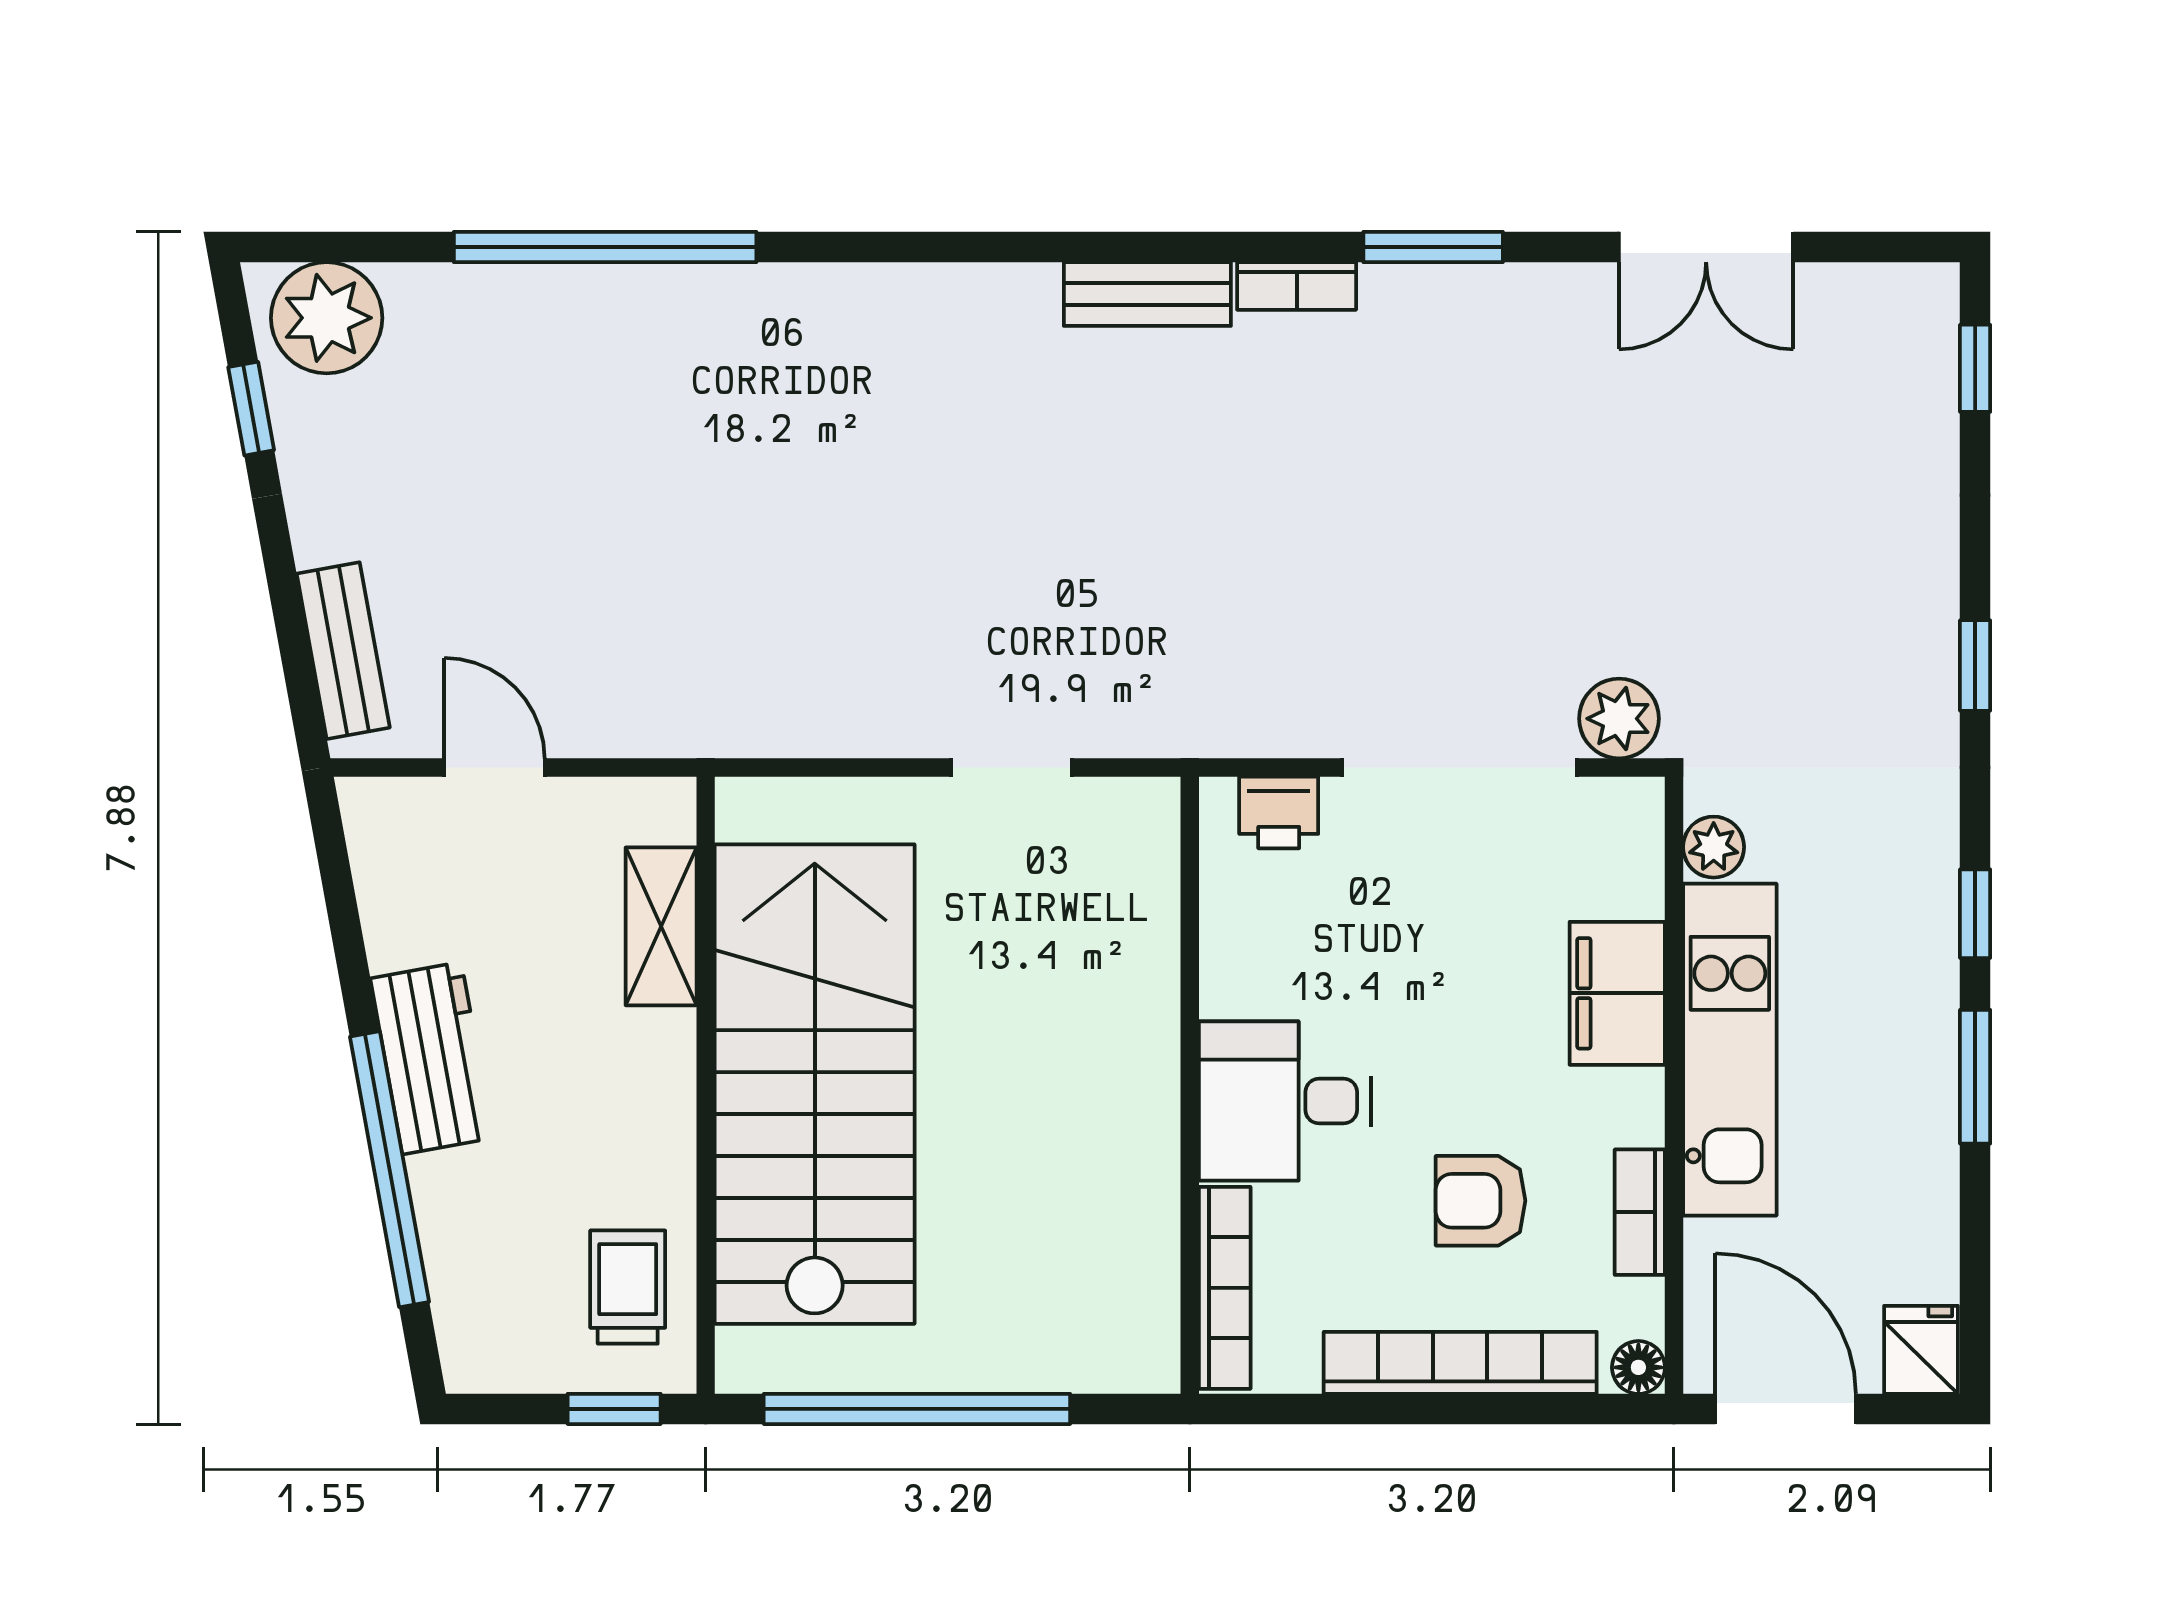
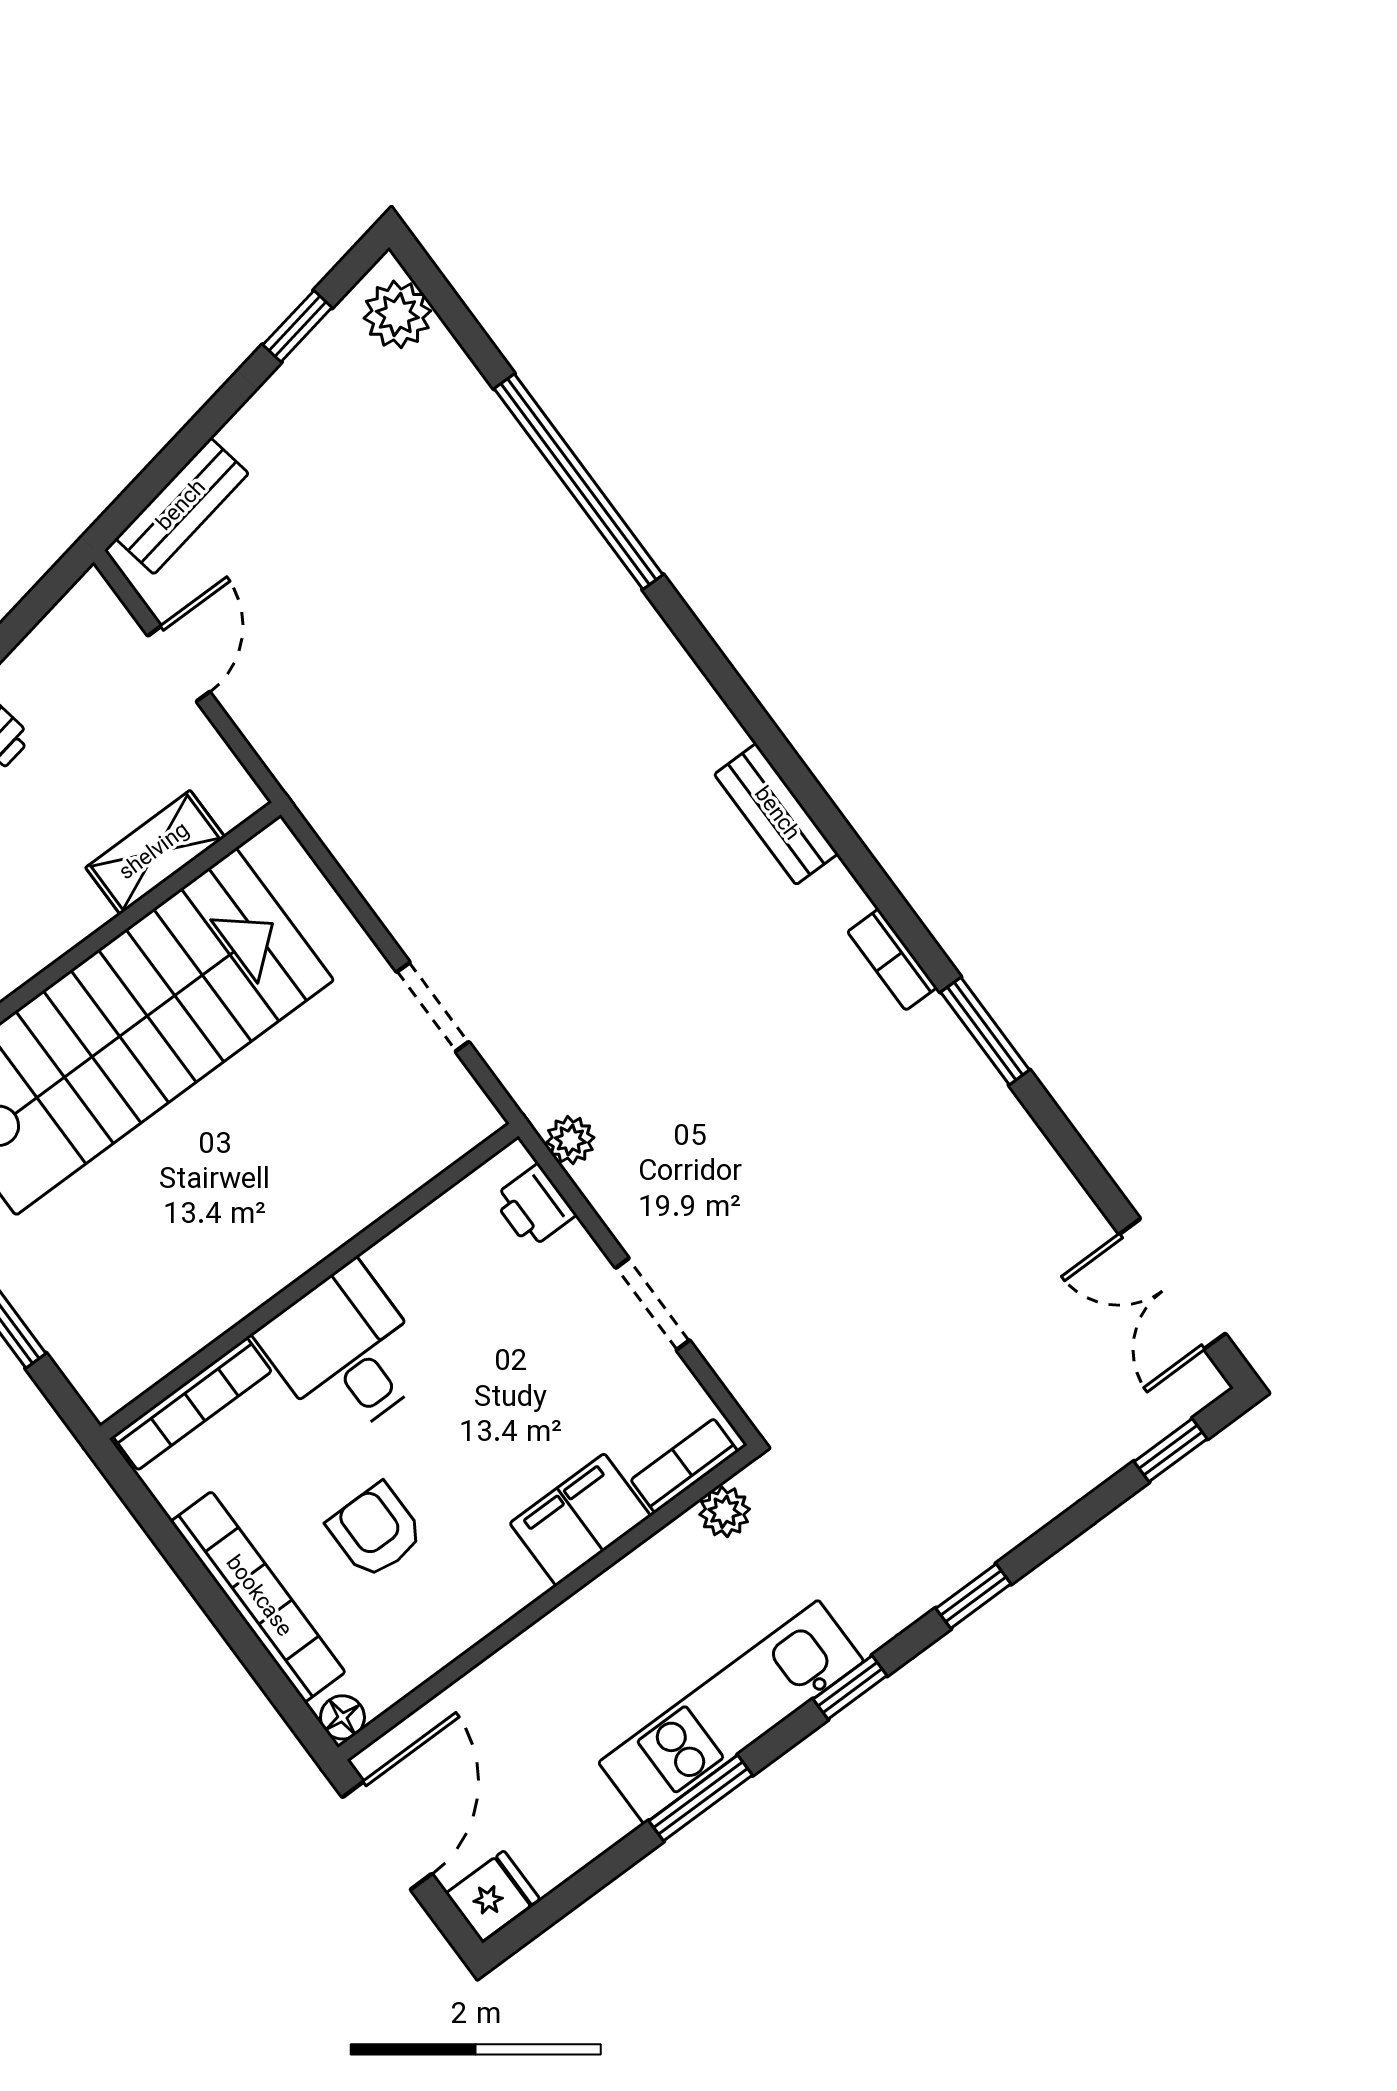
double door: (1706, 247) -> (1172, 1284), moved
bench: (1147, 294) -> (776, 814), moved
plant: (327, 318) -> (397, 314), width x0.73, depth x0.73
plant: (1619, 719) -> (570, 1140), moved, width x0.73, depth x0.73
doorway: (1459, 767) -> (653, 1304), width x0.53
window: (1975, 914) -> (850, 1687), moved
kitchen unit: (1730, 1050) -> (731, 1712), moved, turned 180
bookcase: (1640, 1212) -> (684, 1466), moved

